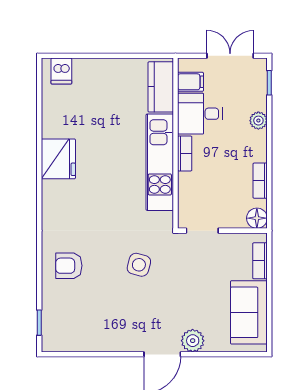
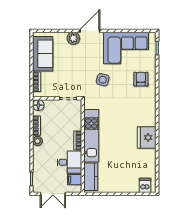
plant: (258, 121) -> (37, 141), moved
armchair: (69, 266) -> (141, 79), turned -90
corner sofa: (96, 323) -> (126, 48), added

